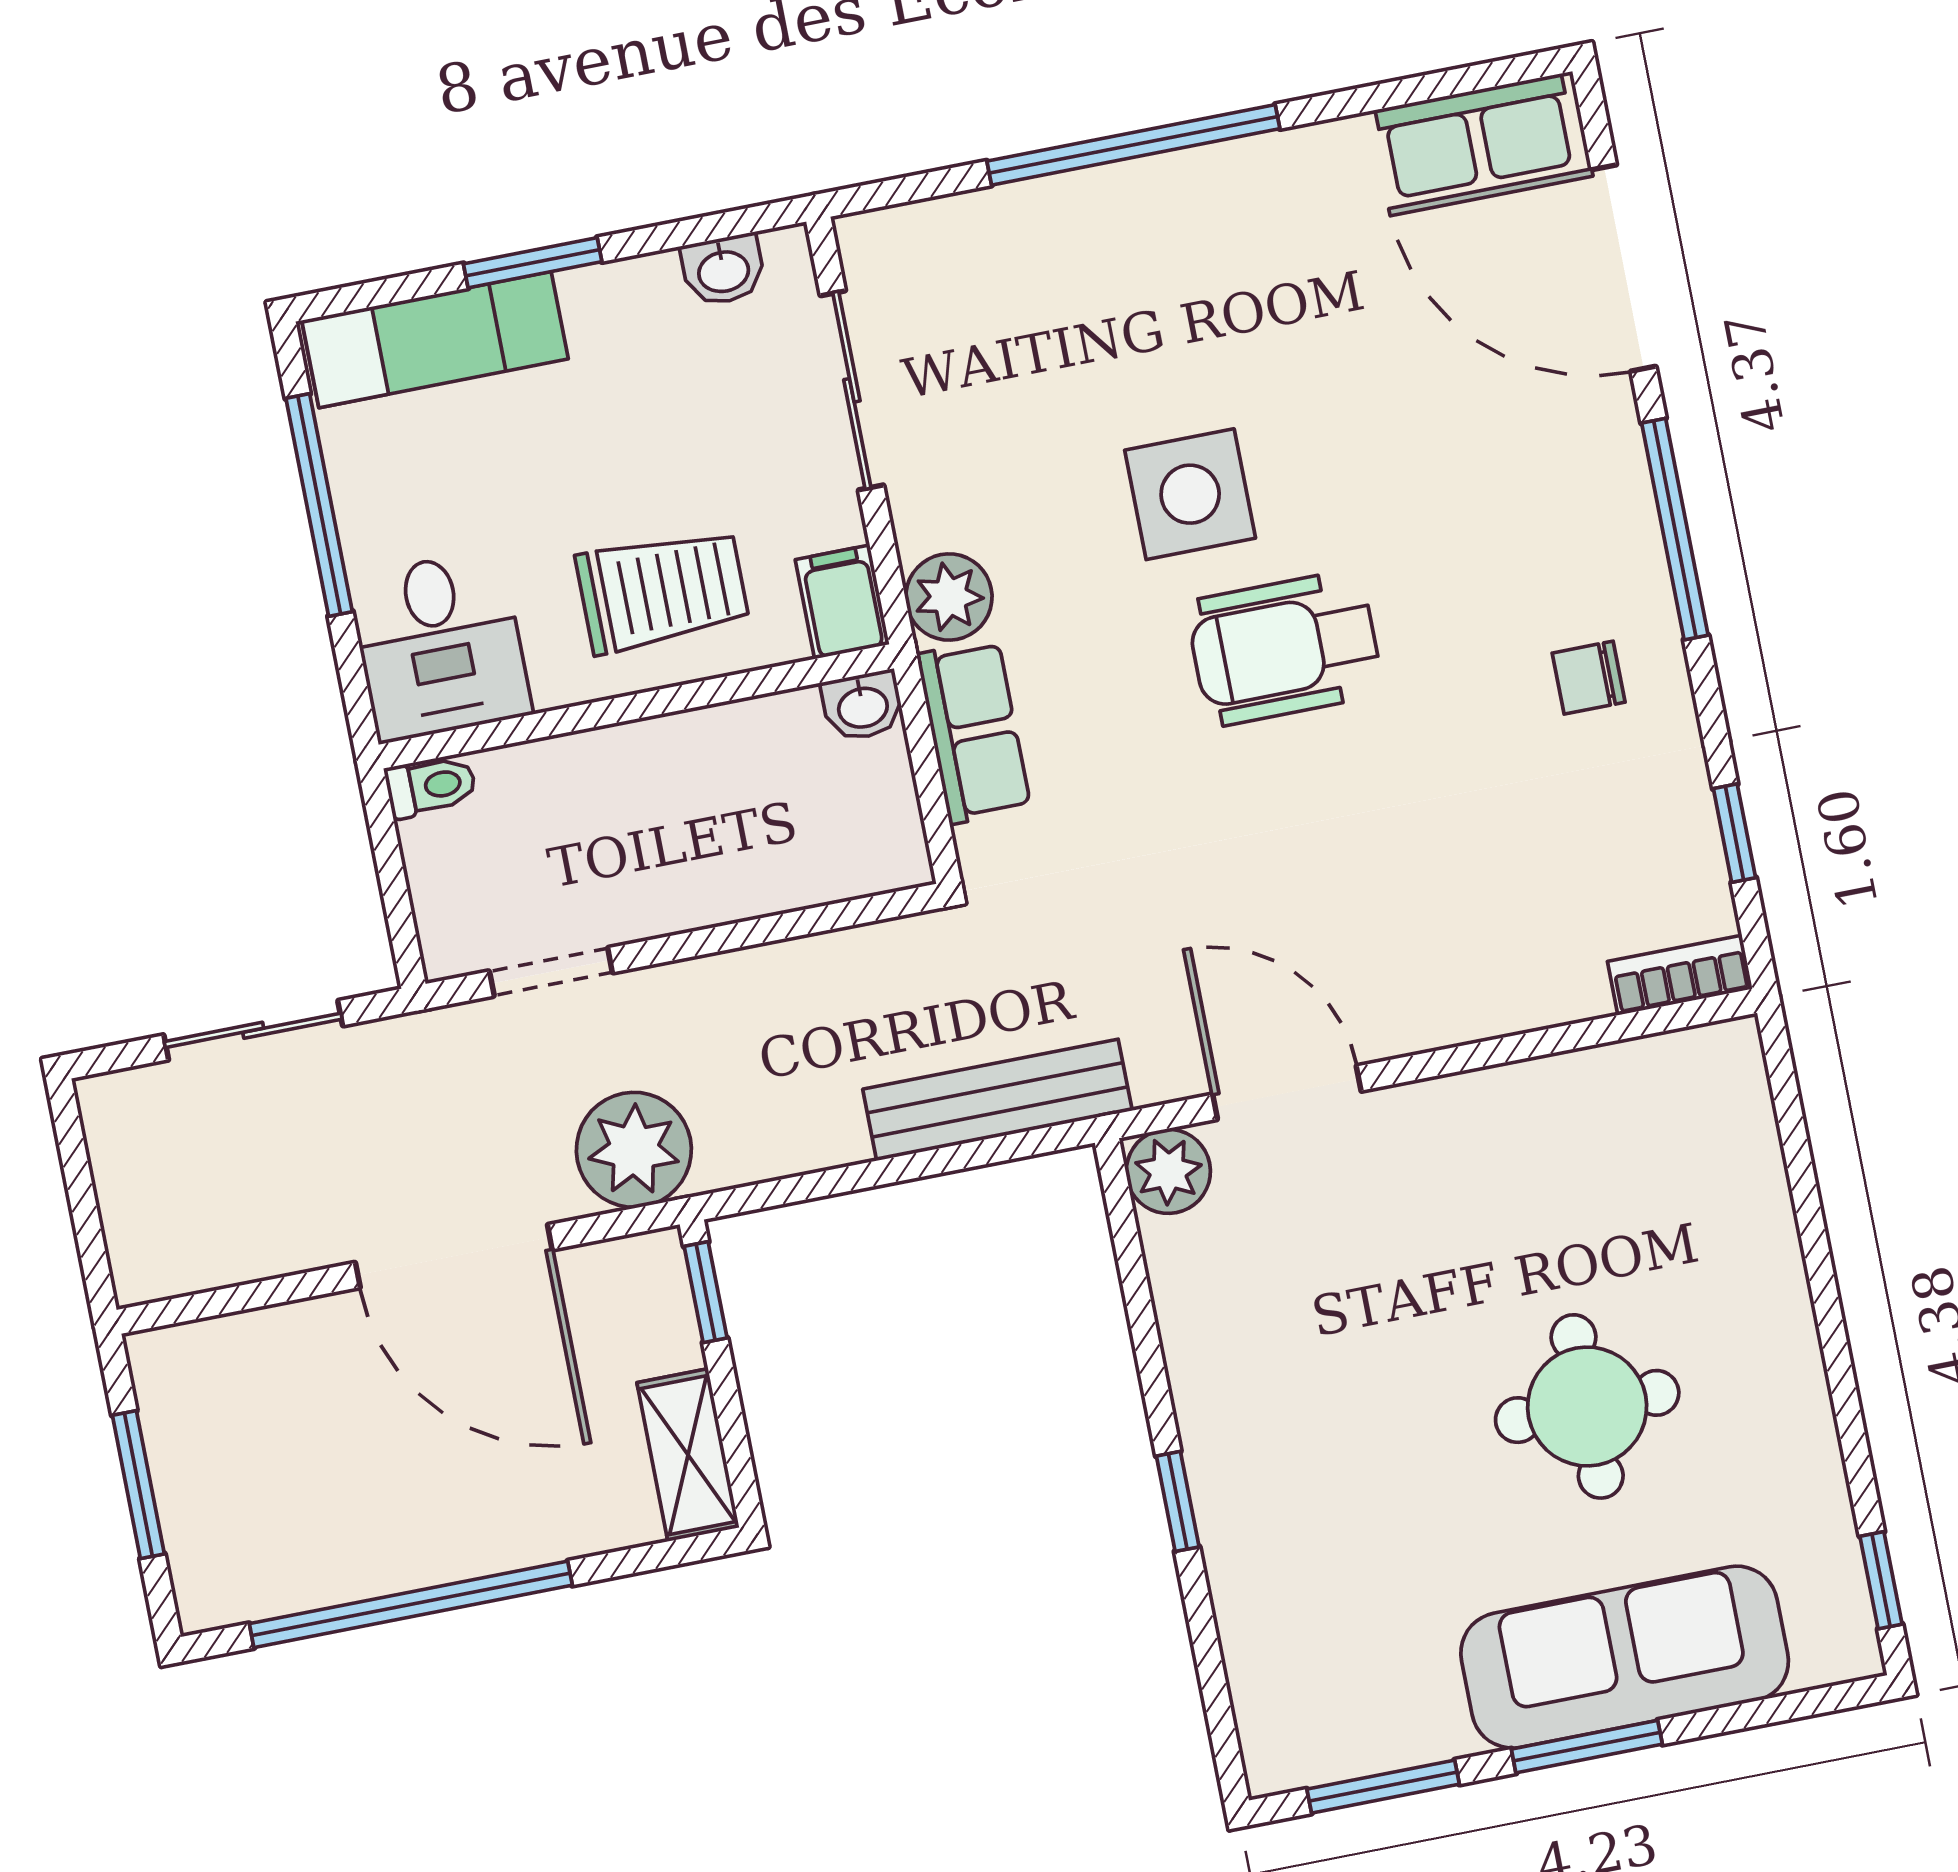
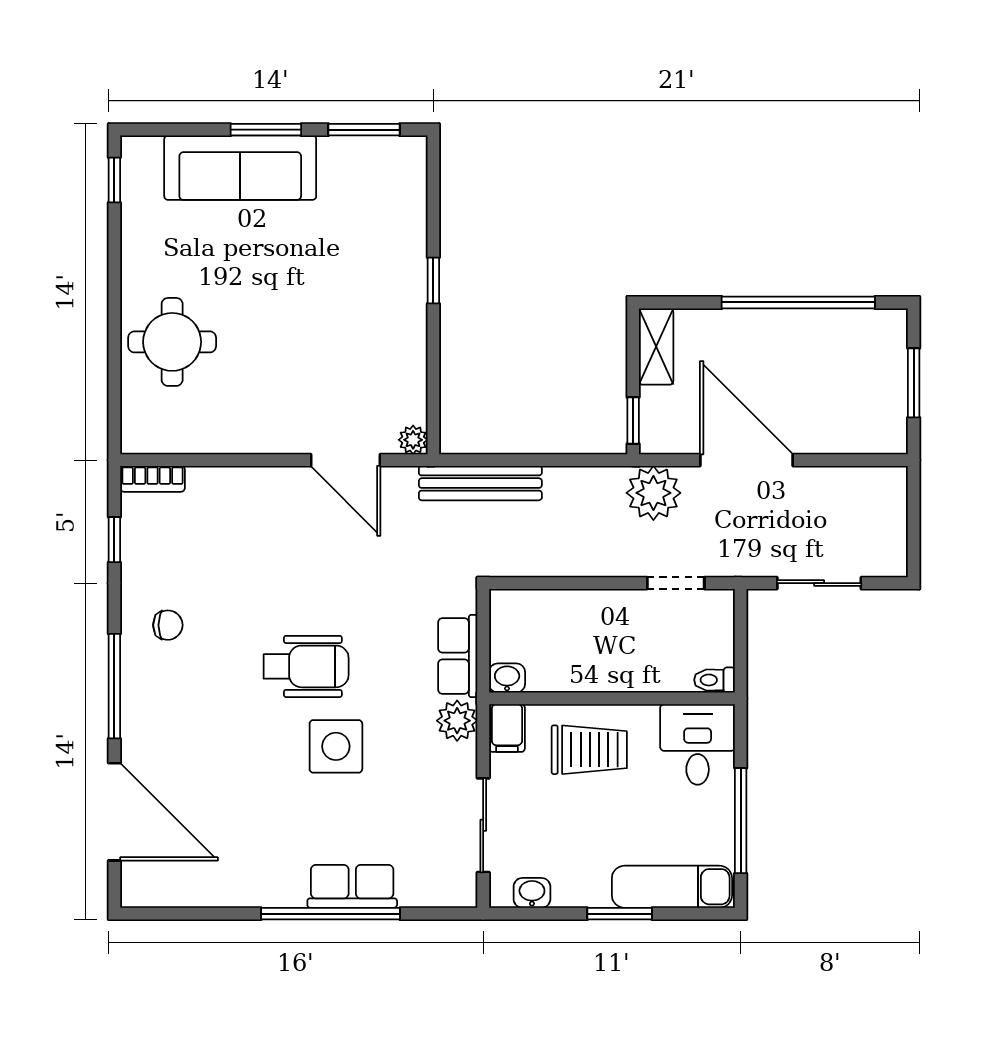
row of seats: (1477, 136) -> (352, 886), moved
trolley: (662, 591) -> (589, 750), turned 180
plant: (1168, 1171) -> (413, 440), width x0.73, depth x0.73
round table: (1587, 1406) -> (172, 342), moved

